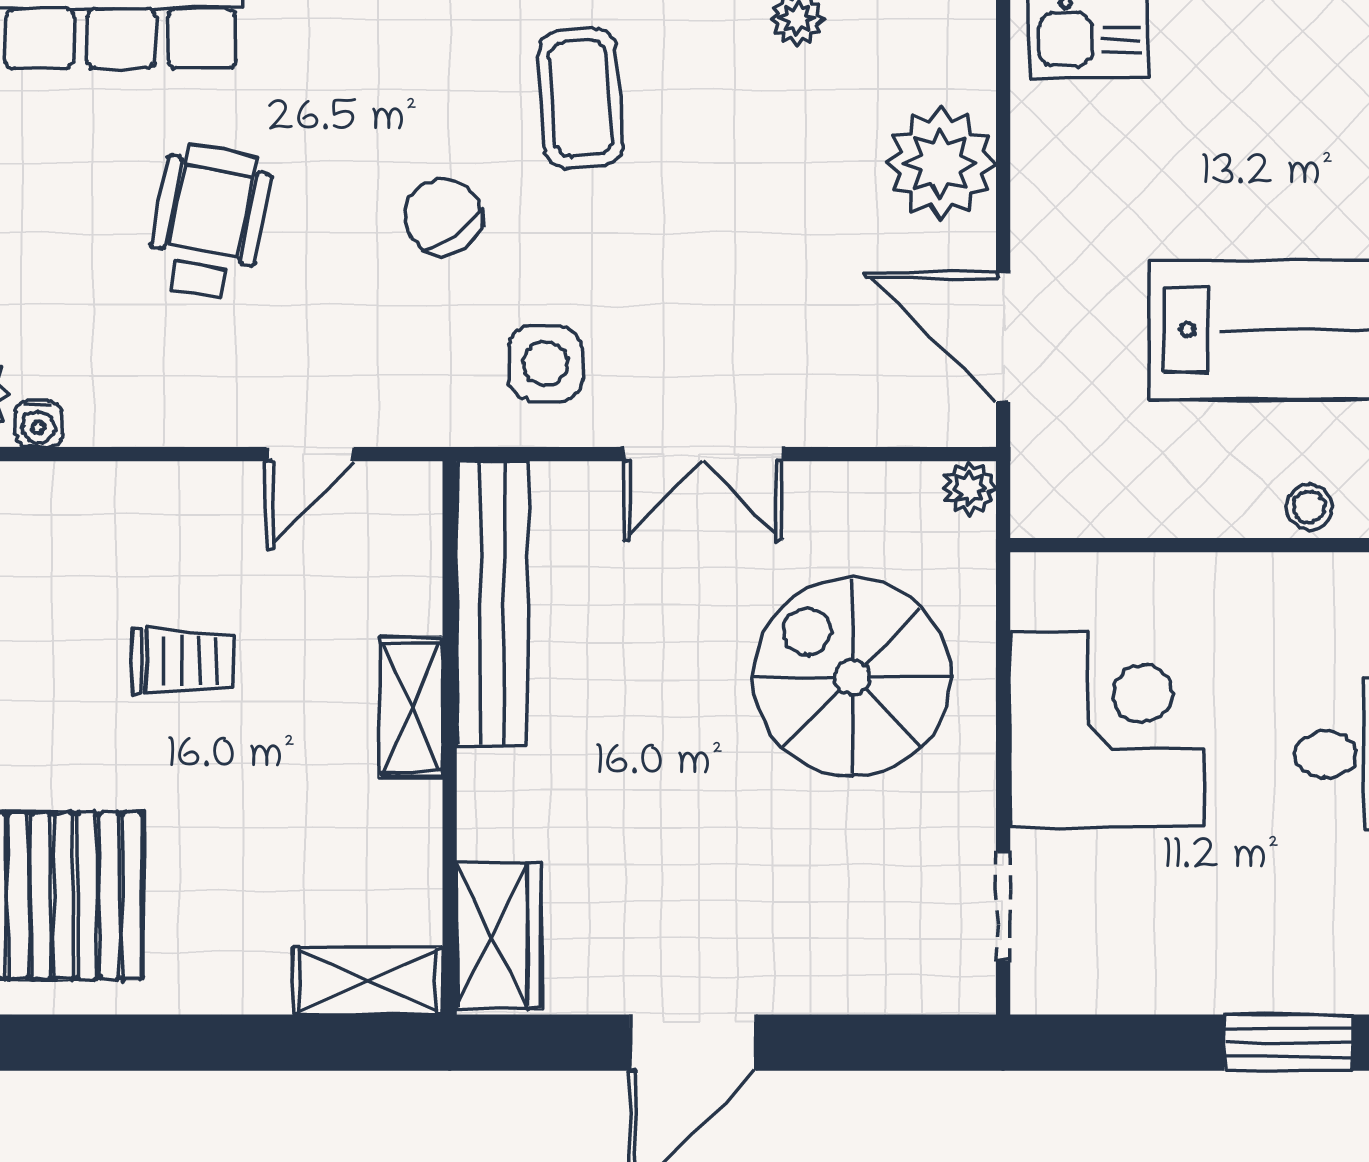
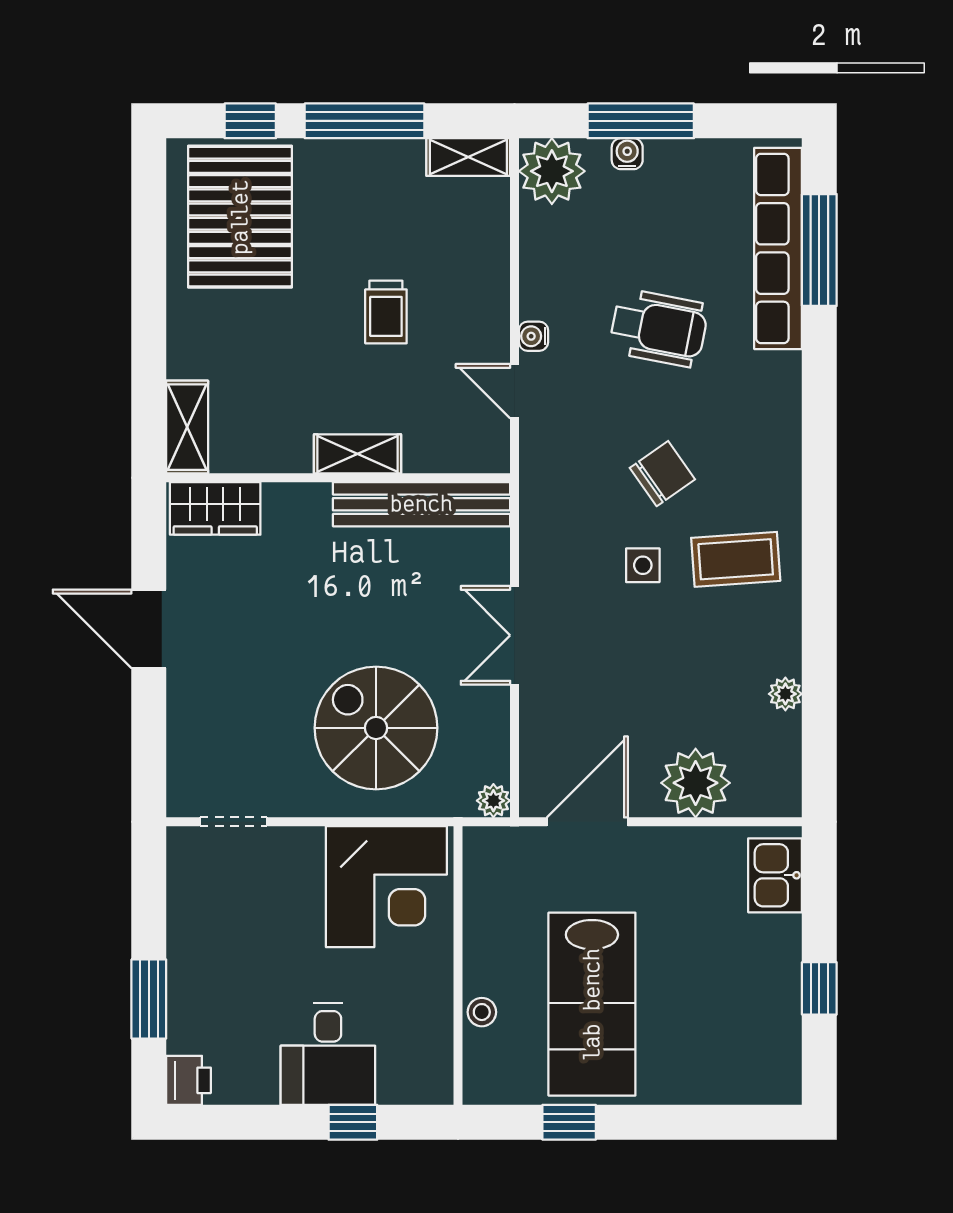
side table: (545, 364) -> (643, 565), moved, width x0.73, depth x0.73
water cooler: (38, 424) -> (533, 336), moved
spiral stairs: (852, 677) -> (376, 728), turned -90
corner desk: (1107, 728) -> (386, 887), moved

